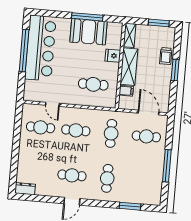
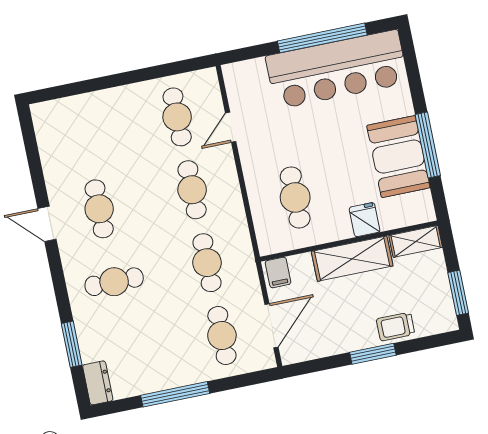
filing cabinet: (126, 91) -> (278, 272), moved
cafe table: (111, 133) -> (207, 263), turned 90
dresser: (25, 189) -> (98, 383), moved

